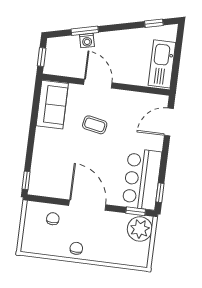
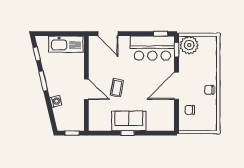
window: (85, 31) -> (43, 81), moved
door: (98, 84) -> (86, 89), swing flipped
sofa: (52, 105) -> (129, 121), moved
window: (26, 180) -> (127, 133), moved

